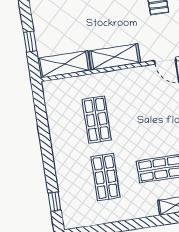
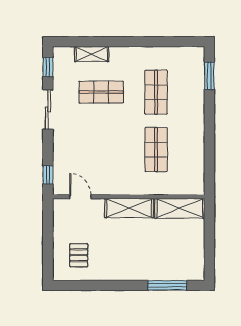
window: (30, 42) -> (209, 235), removed
window: (55, 202) -> (209, 76), width x1.50

